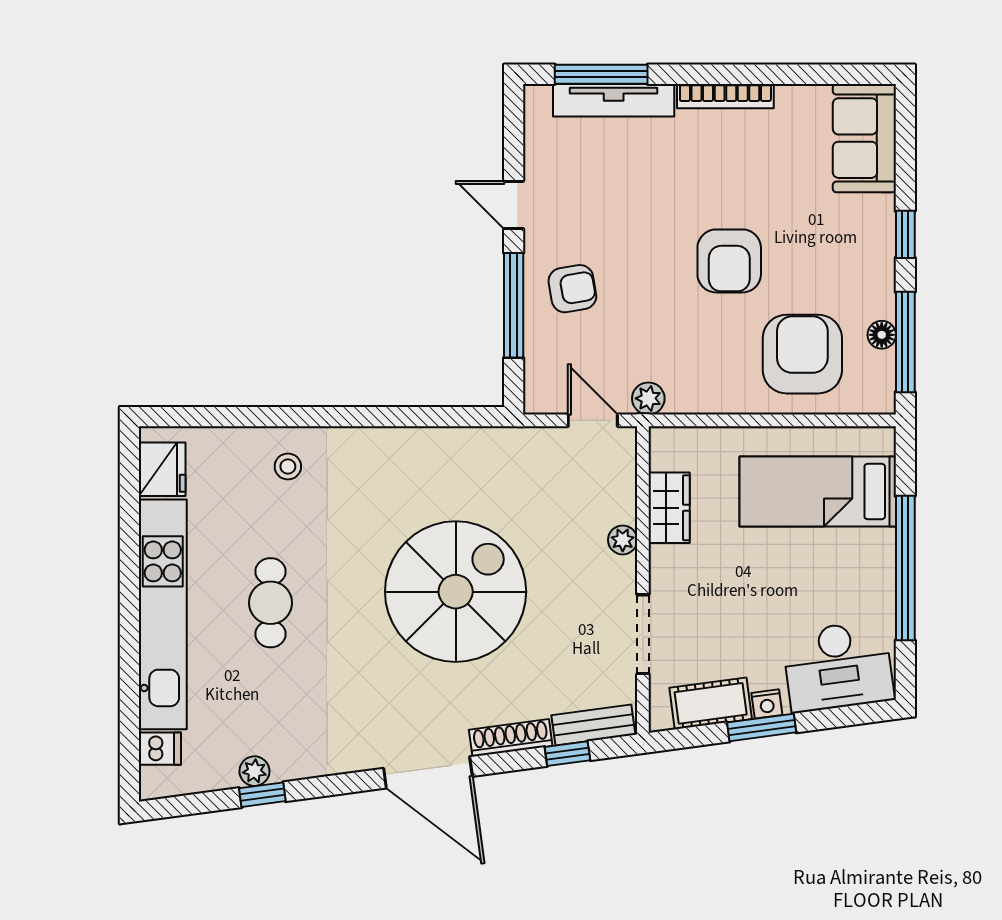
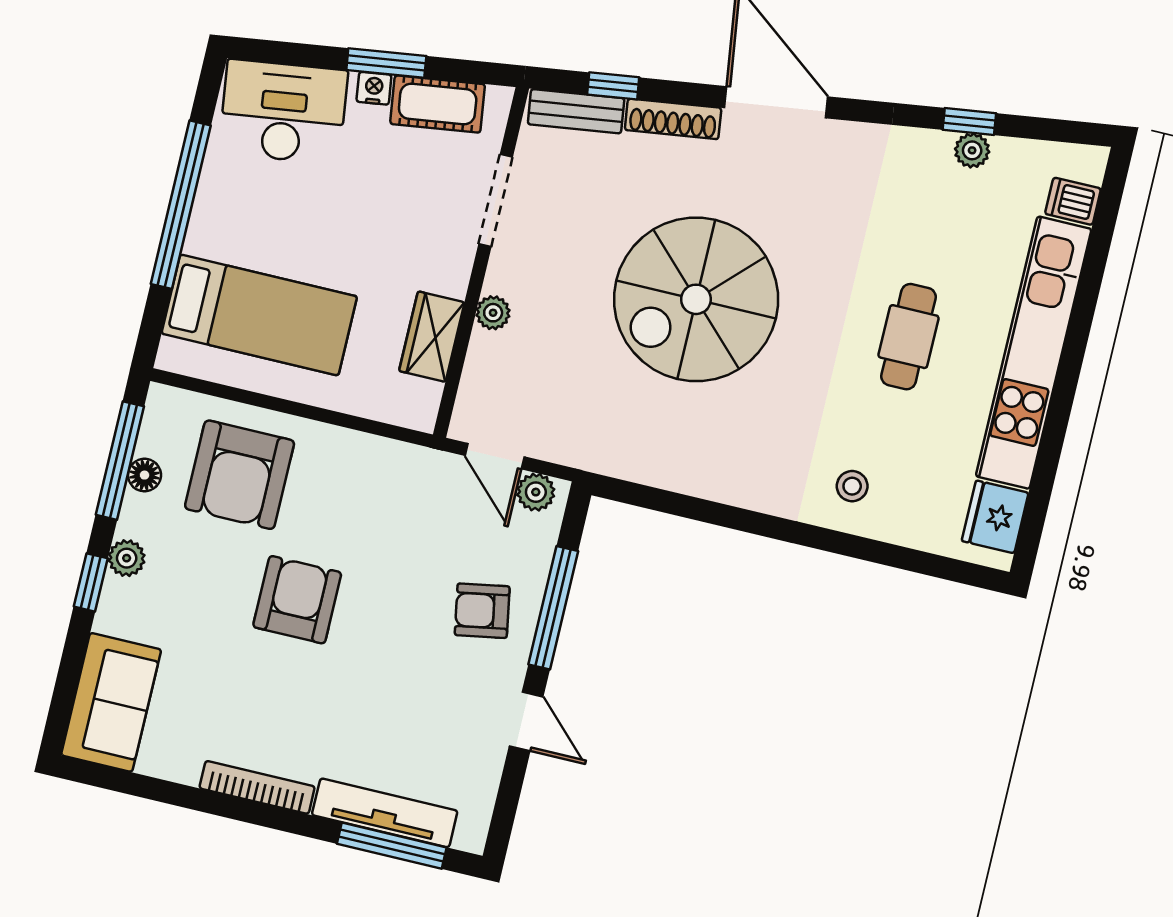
plant: (880, 262) -> (127, 558), added
plant: (648, 398) -> (536, 492), moved

